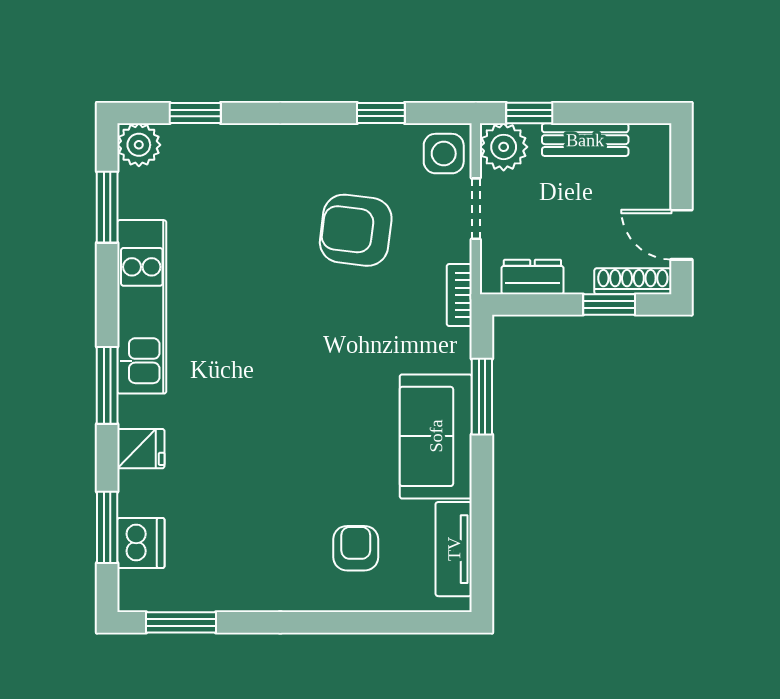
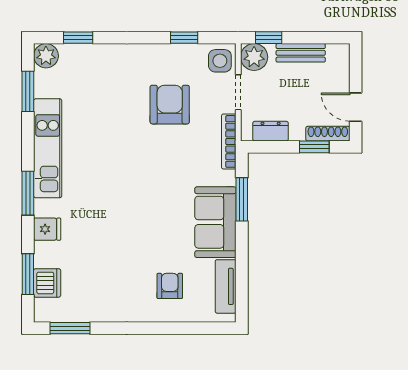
armchair: (356, 230) -> (170, 105), turned 83
bookcase: (459, 295) -> (229, 141), width x1.56

